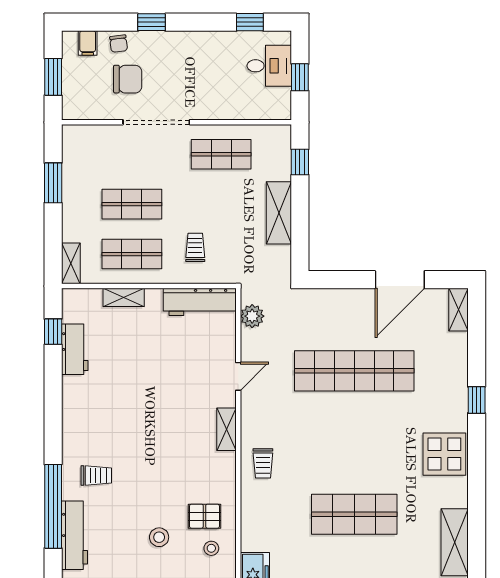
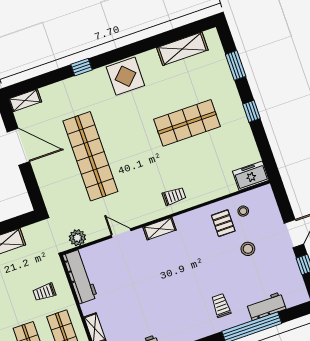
shop shelf: (354, 514) -> (187, 123), turned 90
workbench: (74, 535) -> (266, 306), width x0.73

